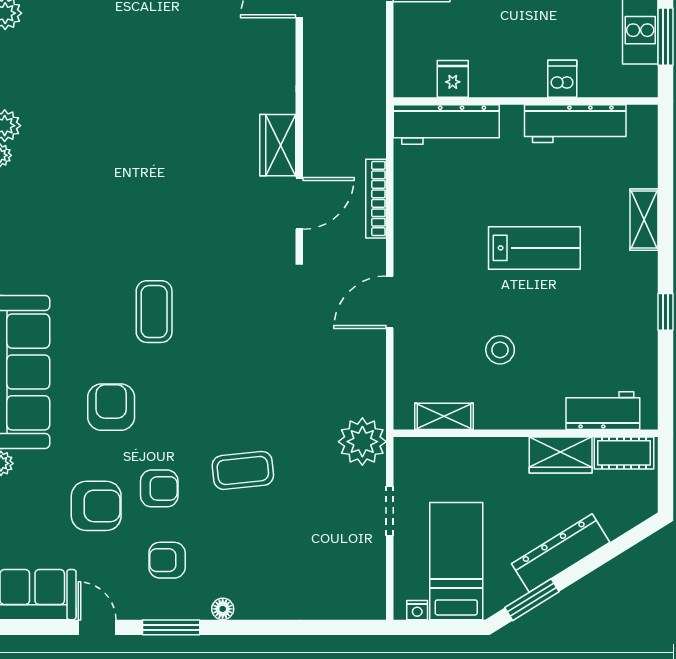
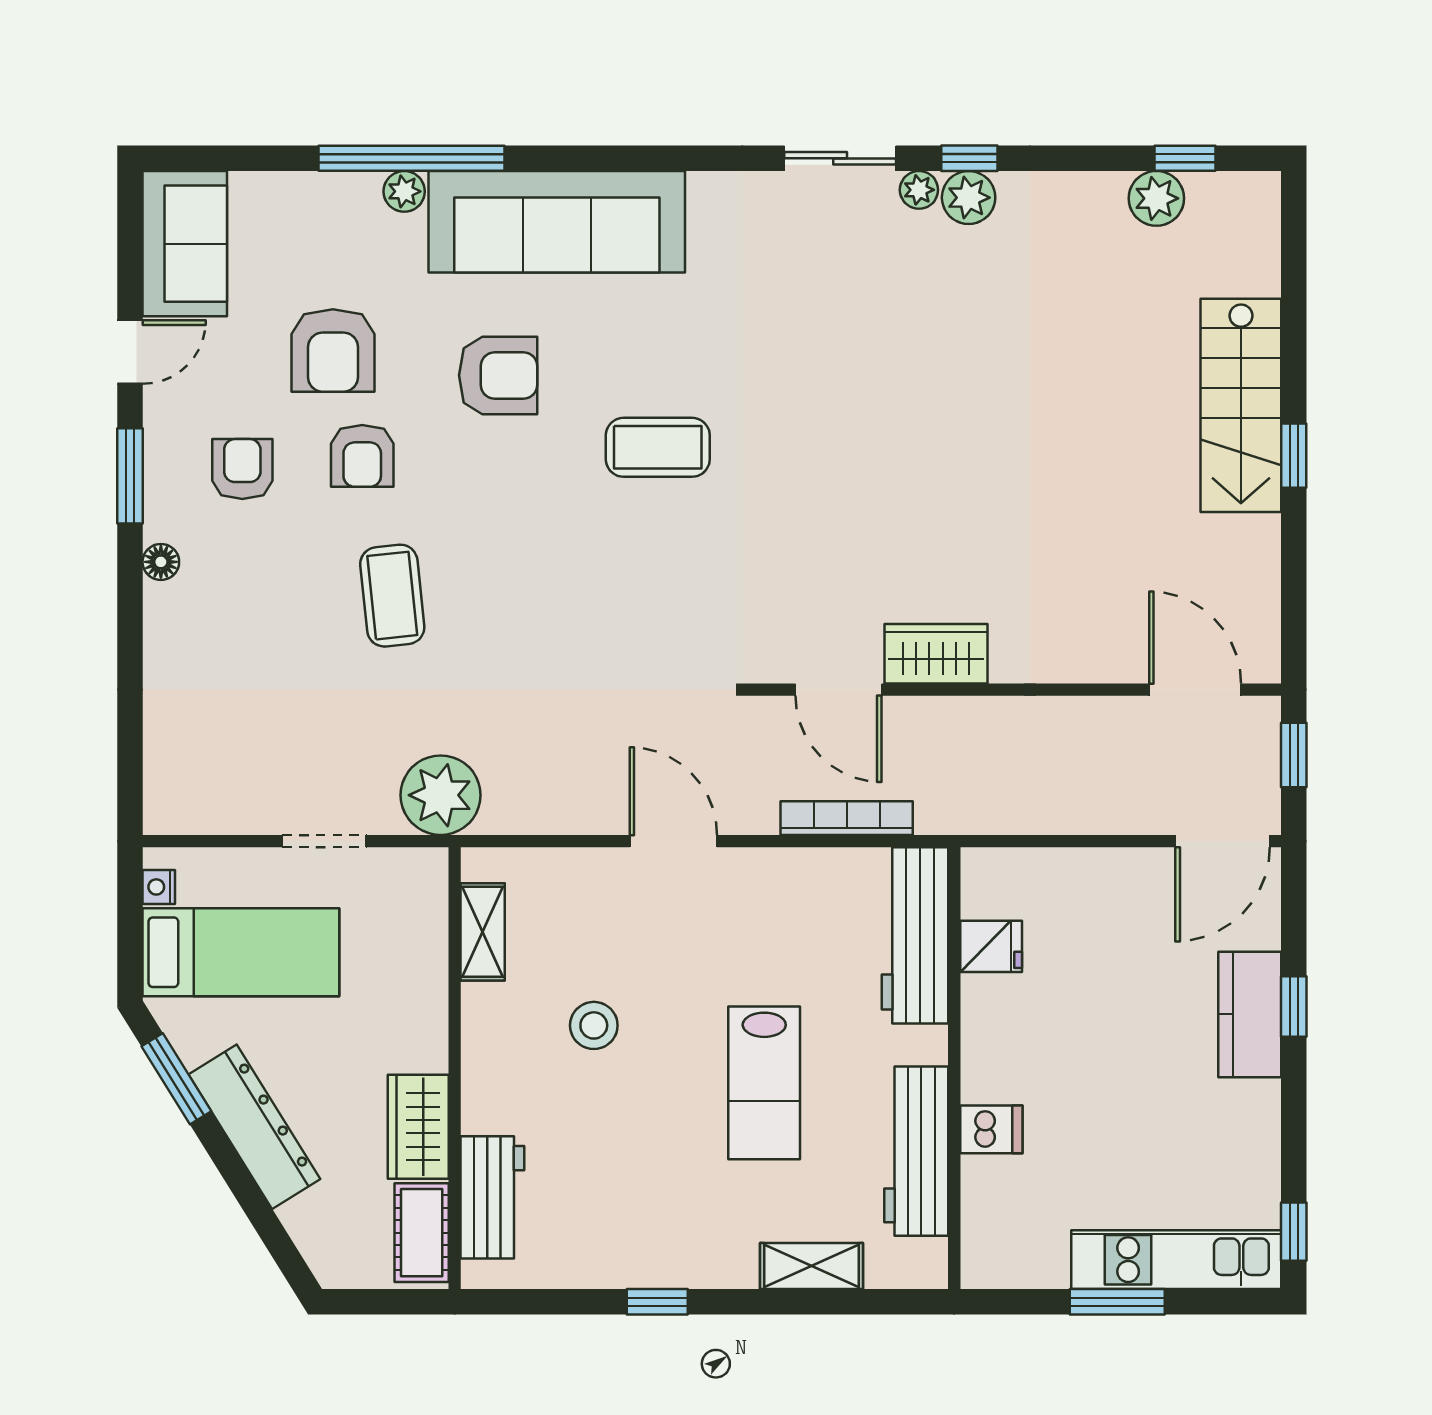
fridge: (453, 79) -> (991, 946), moved
dishwasher: (562, 79) -> (991, 1129), moved
wall: (526, 101) -> (954, 1068), moved
workbench: (446, 124) -> (915, 935), moved
workbench: (575, 124) -> (916, 1151), moved

